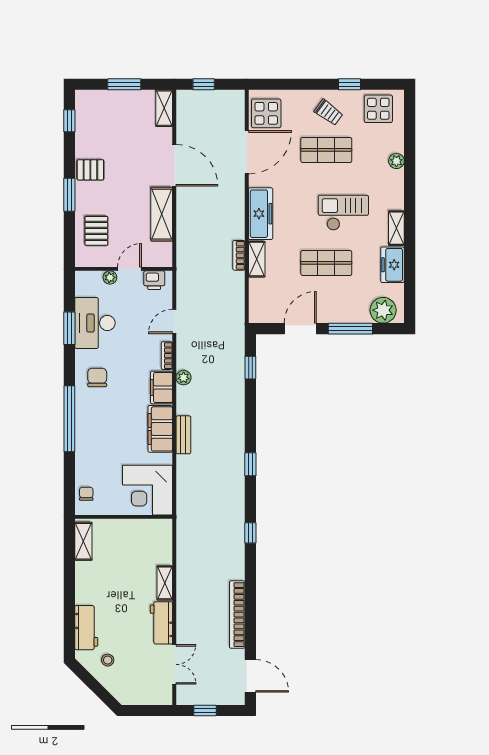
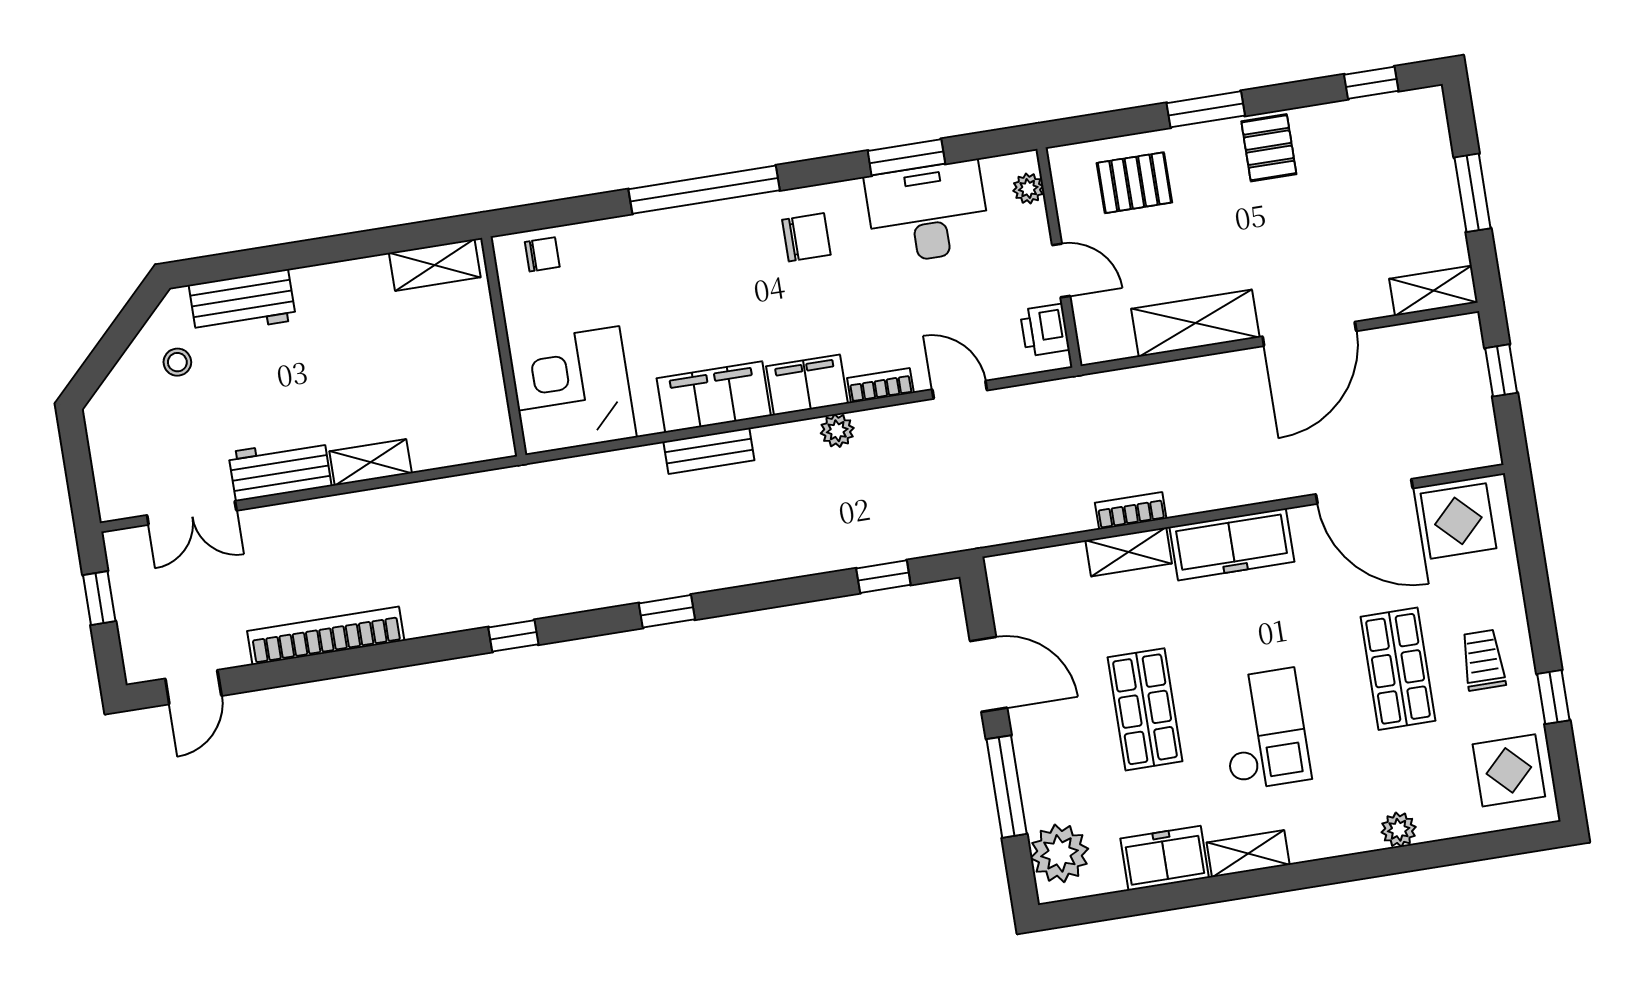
trolley: (328, 112) -> (1483, 660), turned 144
plant: (110, 277) -> (1028, 189), moved
door: (250, 676) -> (193, 687), width x0.73

